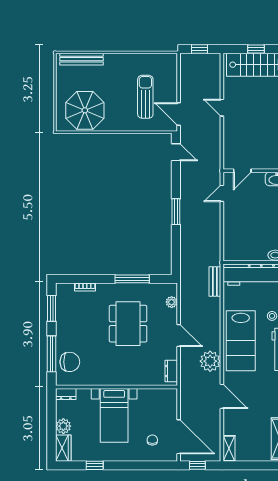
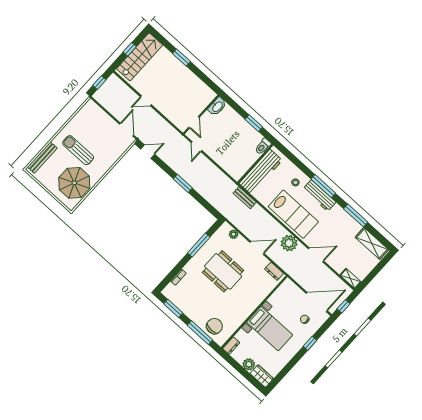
sun lounger: (145, 97) -> (78, 150), moved
door: (179, 114) -> (127, 130), swing flipped
window: (95, 465) -> (310, 343), moved

